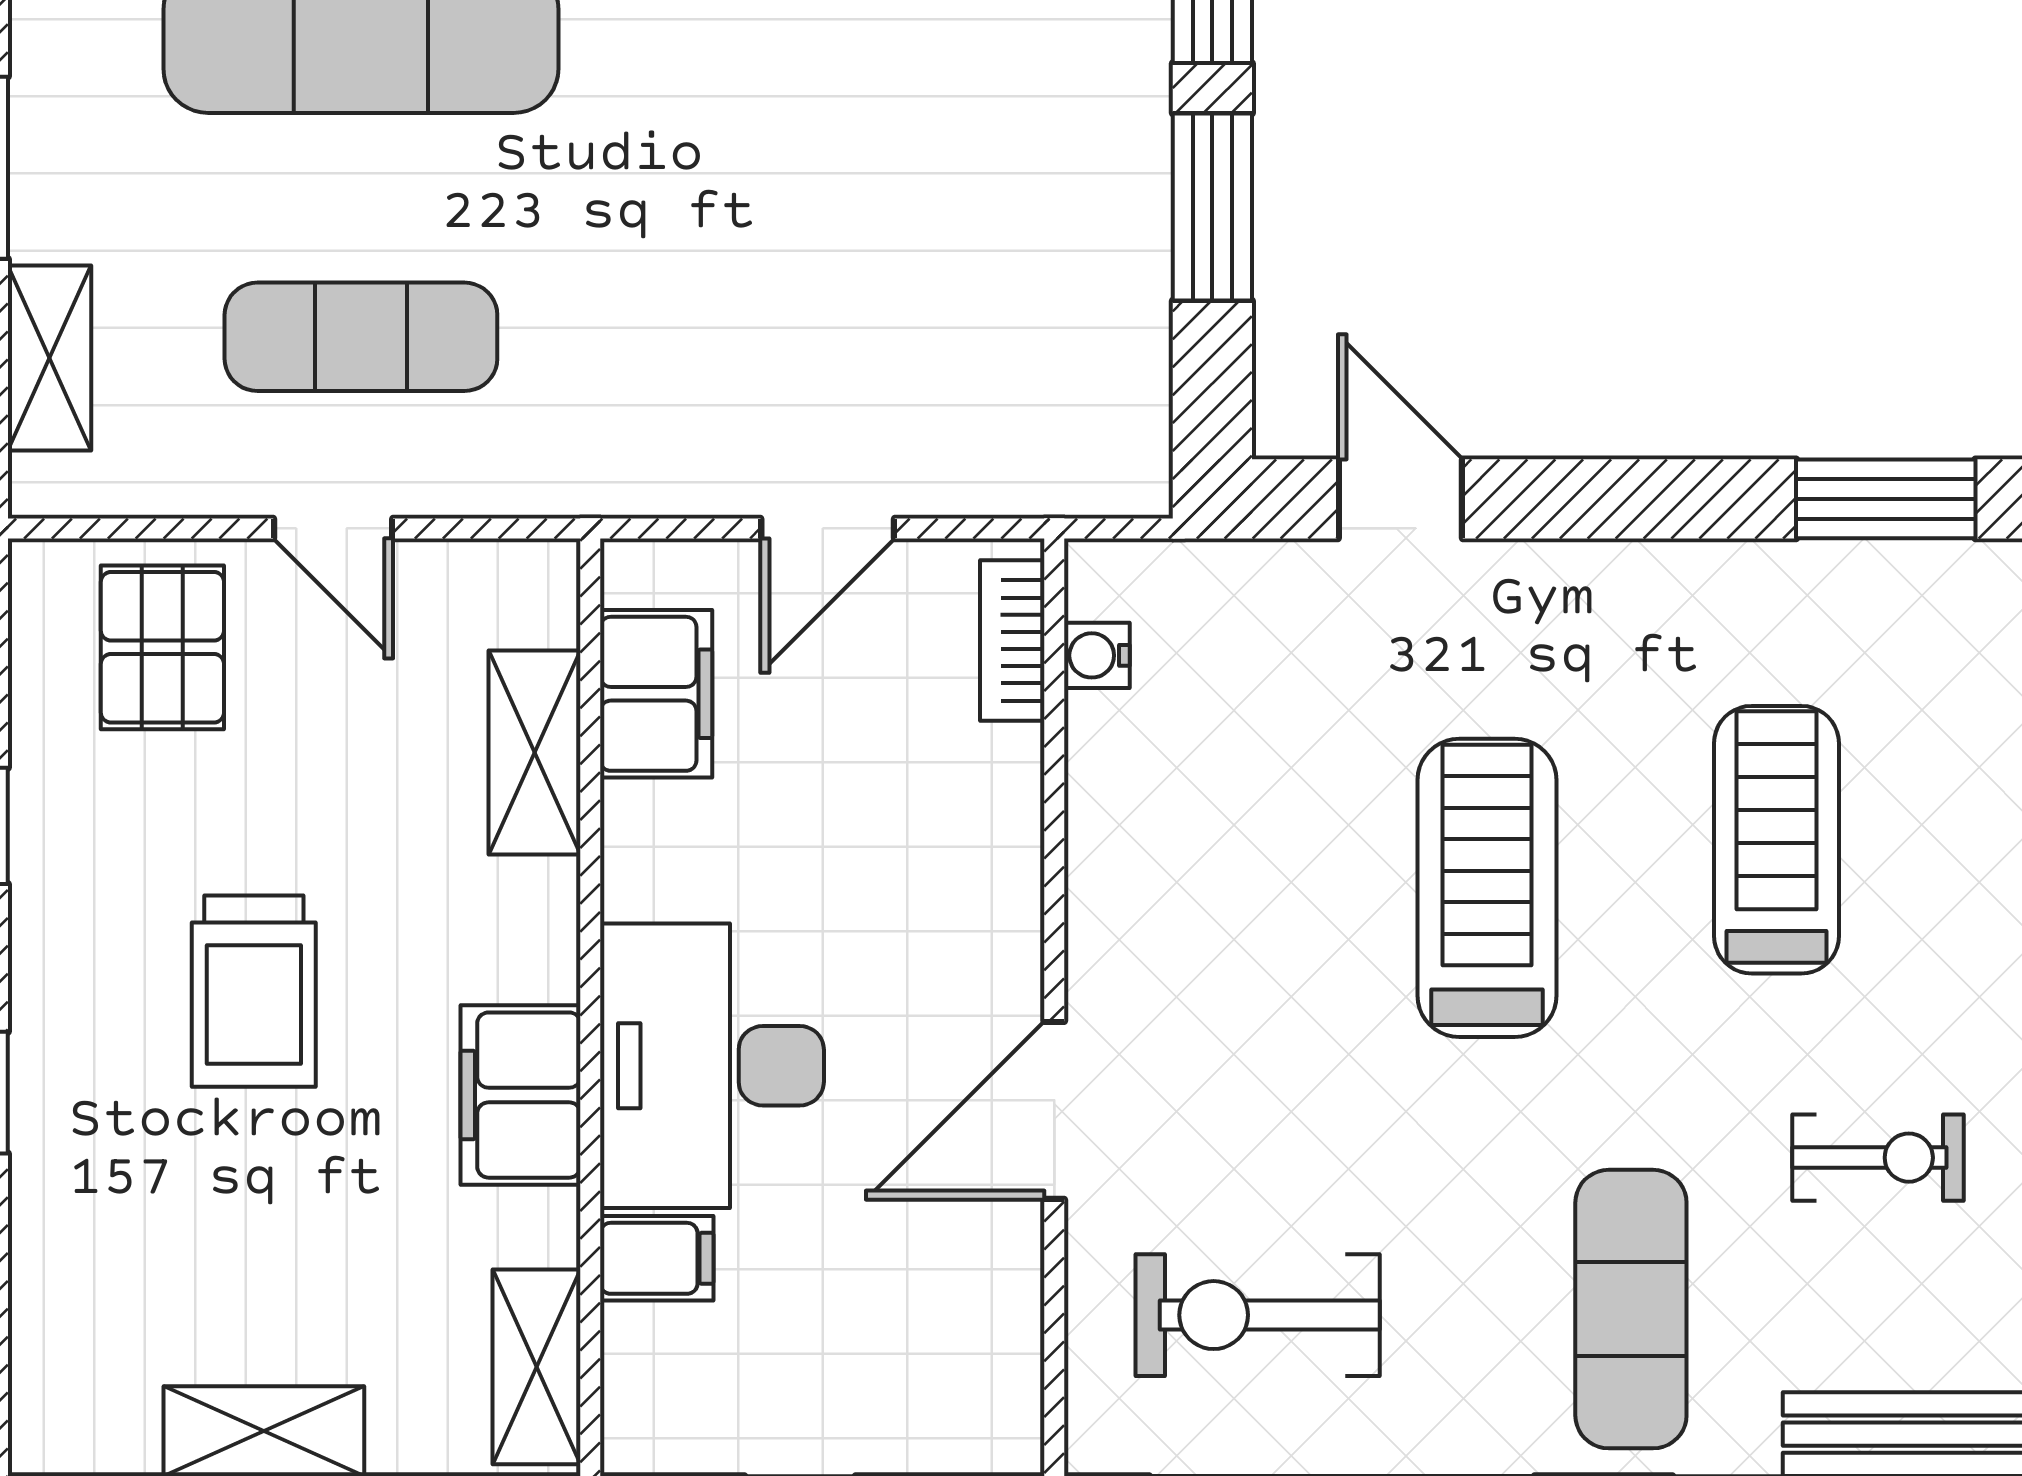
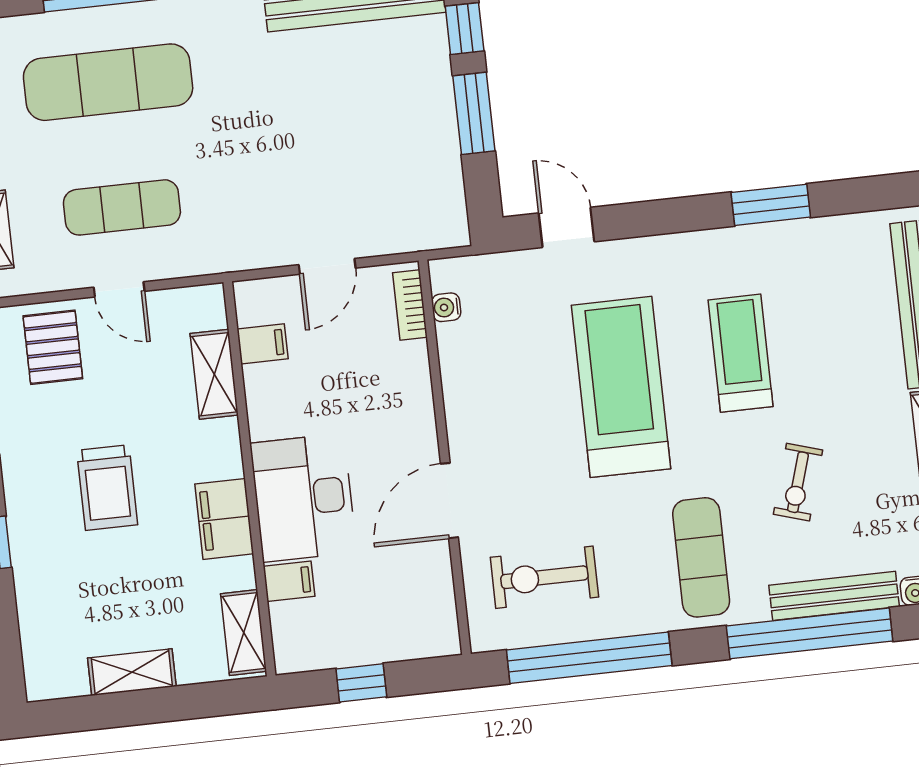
filing cabinet: (656, 694) -> (263, 344), width x0.50
treadmill: (1487, 888) -> (621, 387), width x1.37, depth x1.38
exercise bike: (1878, 1158) -> (798, 482), turned 107

